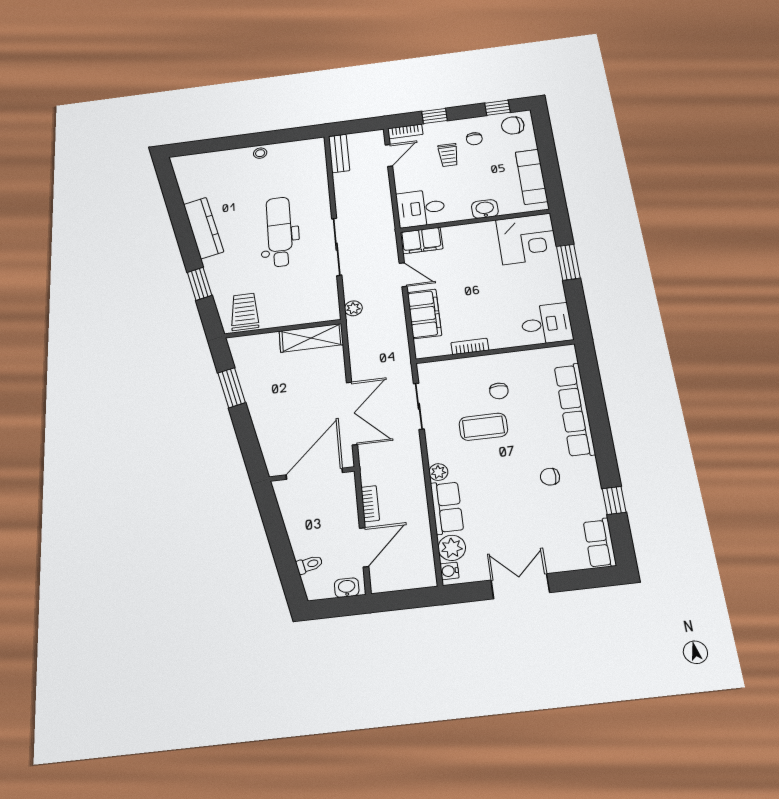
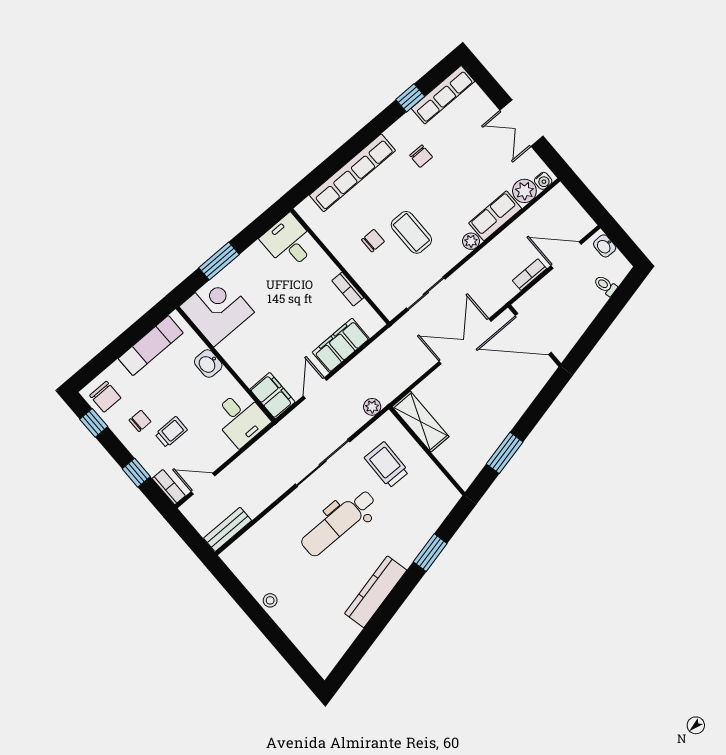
trolley: (245, 312) -> (387, 465), moved, turned 91
row of seats: (600, 543) -> (443, 95), width x1.48

